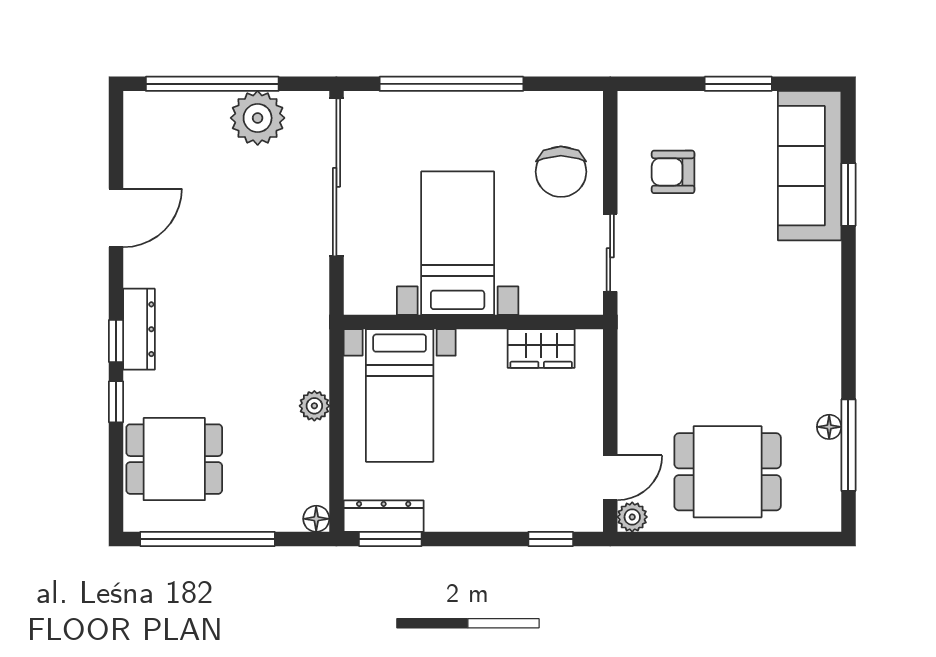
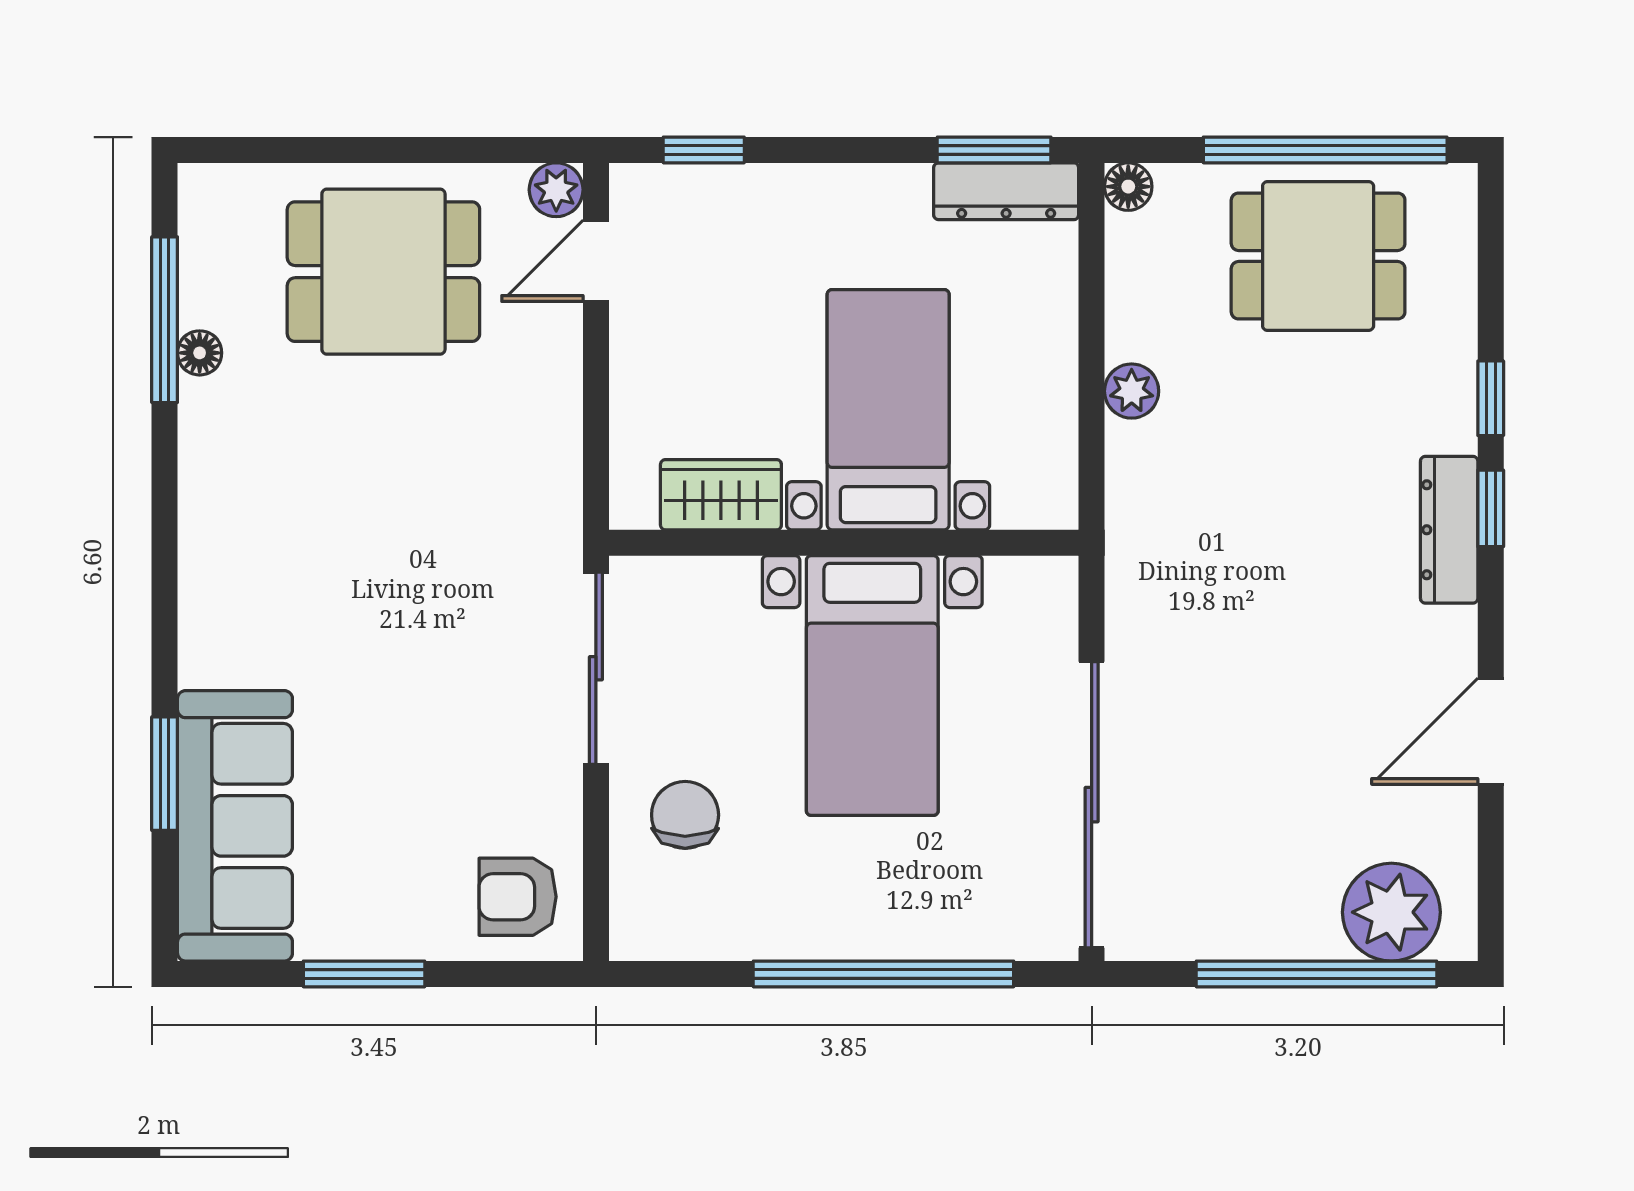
plant: (258, 118) -> (1391, 912), moved
chair: (561, 172) -> (685, 815), width x0.73, depth x0.73
armchair: (673, 172) -> (518, 897), moved, turned 180
sliding door: (610, 253) -> (596, 668), width x1.37
bed with nightstands: (400, 396) -> (888, 410), moved
dining table: (174, 459) -> (1318, 256), moved

